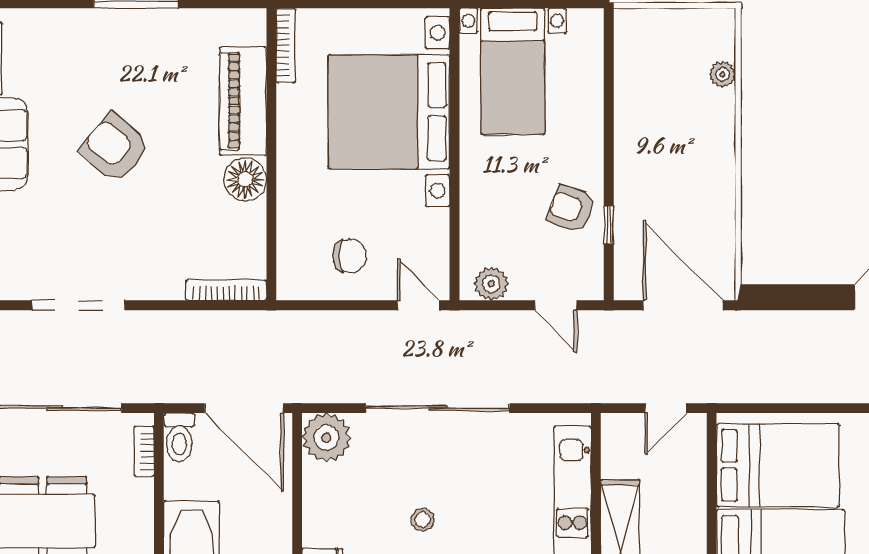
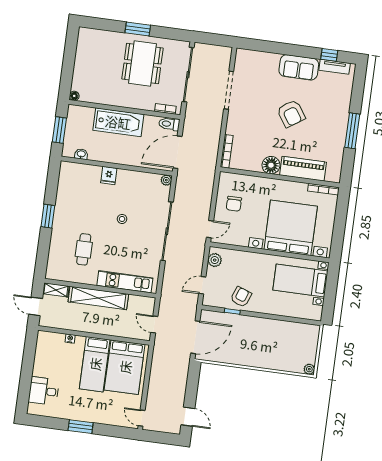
plant: (723, 74) -> (309, 369), moved
armchair: (115, 148) -> (291, 114), turned 106
plant: (326, 437) -> (166, 180), width x0.53, depth x0.53

